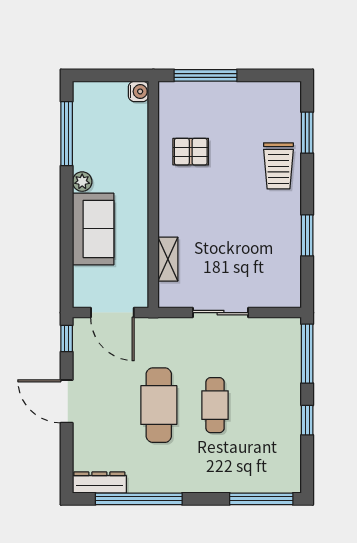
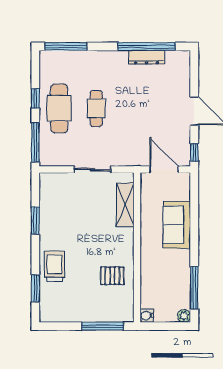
plant: (82, 182) -> (184, 316), moved
shelving: (168, 259) -> (125, 205), width x1.50, depth x1.33
cafe table: (159, 405) -> (59, 108), moved
dresser: (99, 482) -> (147, 57), moved

